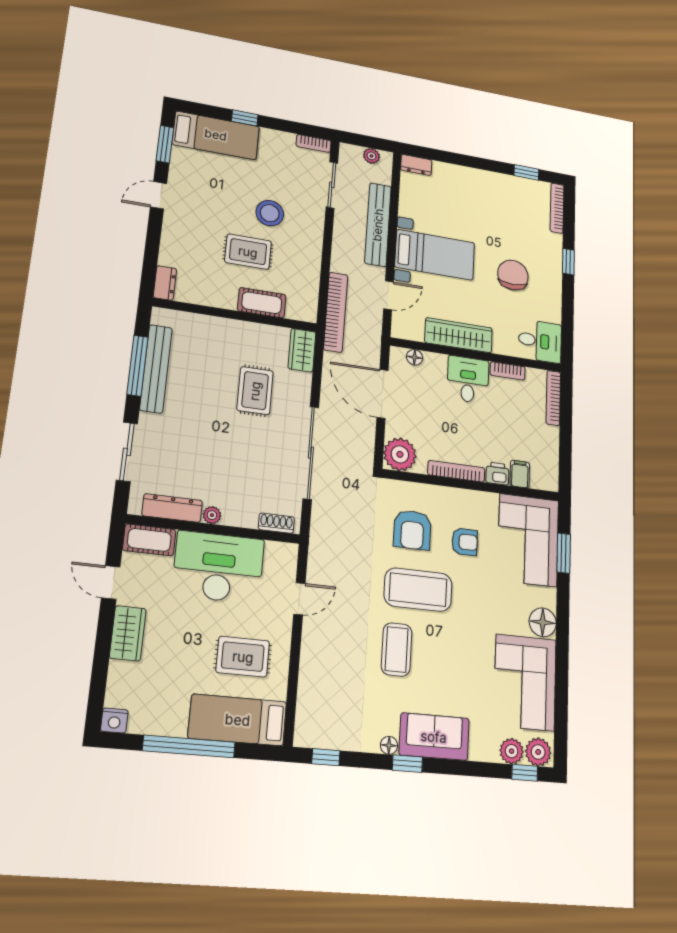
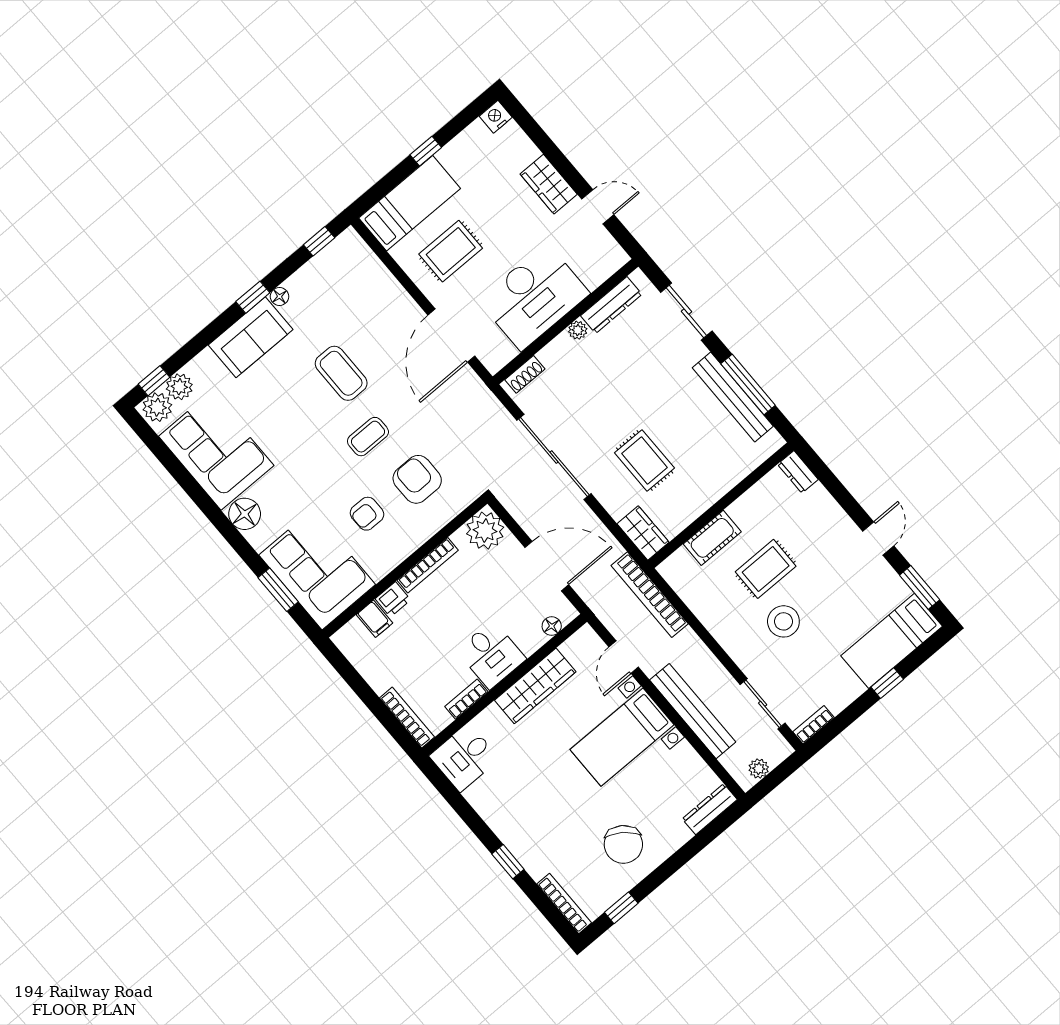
dresser: (416, 165) -> (710, 809), width x1.44
chair: (513, 275) -> (623, 844), moved, turned 36
cot: (149, 540) -> (603, 265), removed
coffee table: (418, 590) -> (368, 437), width x0.54, depth x0.58
door: (299, 599) -> (451, 336), width x1.88
window: (189, 746) -> (426, 151), width x0.32

